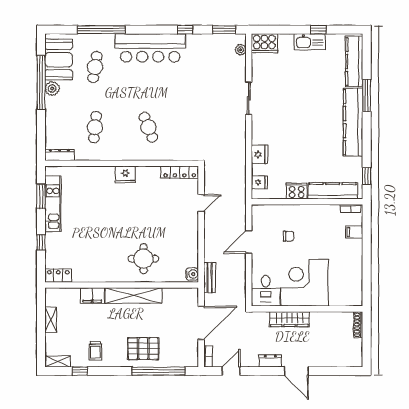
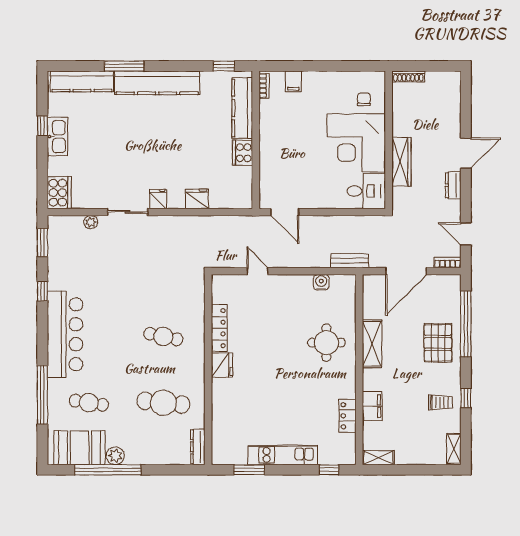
plant: (241, 50) -> (91, 222), moved
cafe table: (95, 127) -> (163, 403), width x1.37, depth x1.35
cafe table: (148, 127) -> (163, 336), turned 33
locker: (180, 172) -> (219, 328), moved
fridge: (259, 182) -> (158, 199), moved
kitchen unit: (53, 204) -> (283, 455), moved
chair: (288, 236) -> (364, 99), moved
window: (41, 242) -> (329, 470), moved
door: (249, 242) -> (285, 212), moved
water cooler: (192, 274) -> (321, 282), moved
locker: (58, 276) -> (347, 416), moved
shelving: (134, 295) -> (372, 344), width x0.68
shelving: (51, 320) -> (378, 458), moved
door: (201, 323) -> (406, 271), swing flipped
window: (80, 371) -> (466, 398), moved

